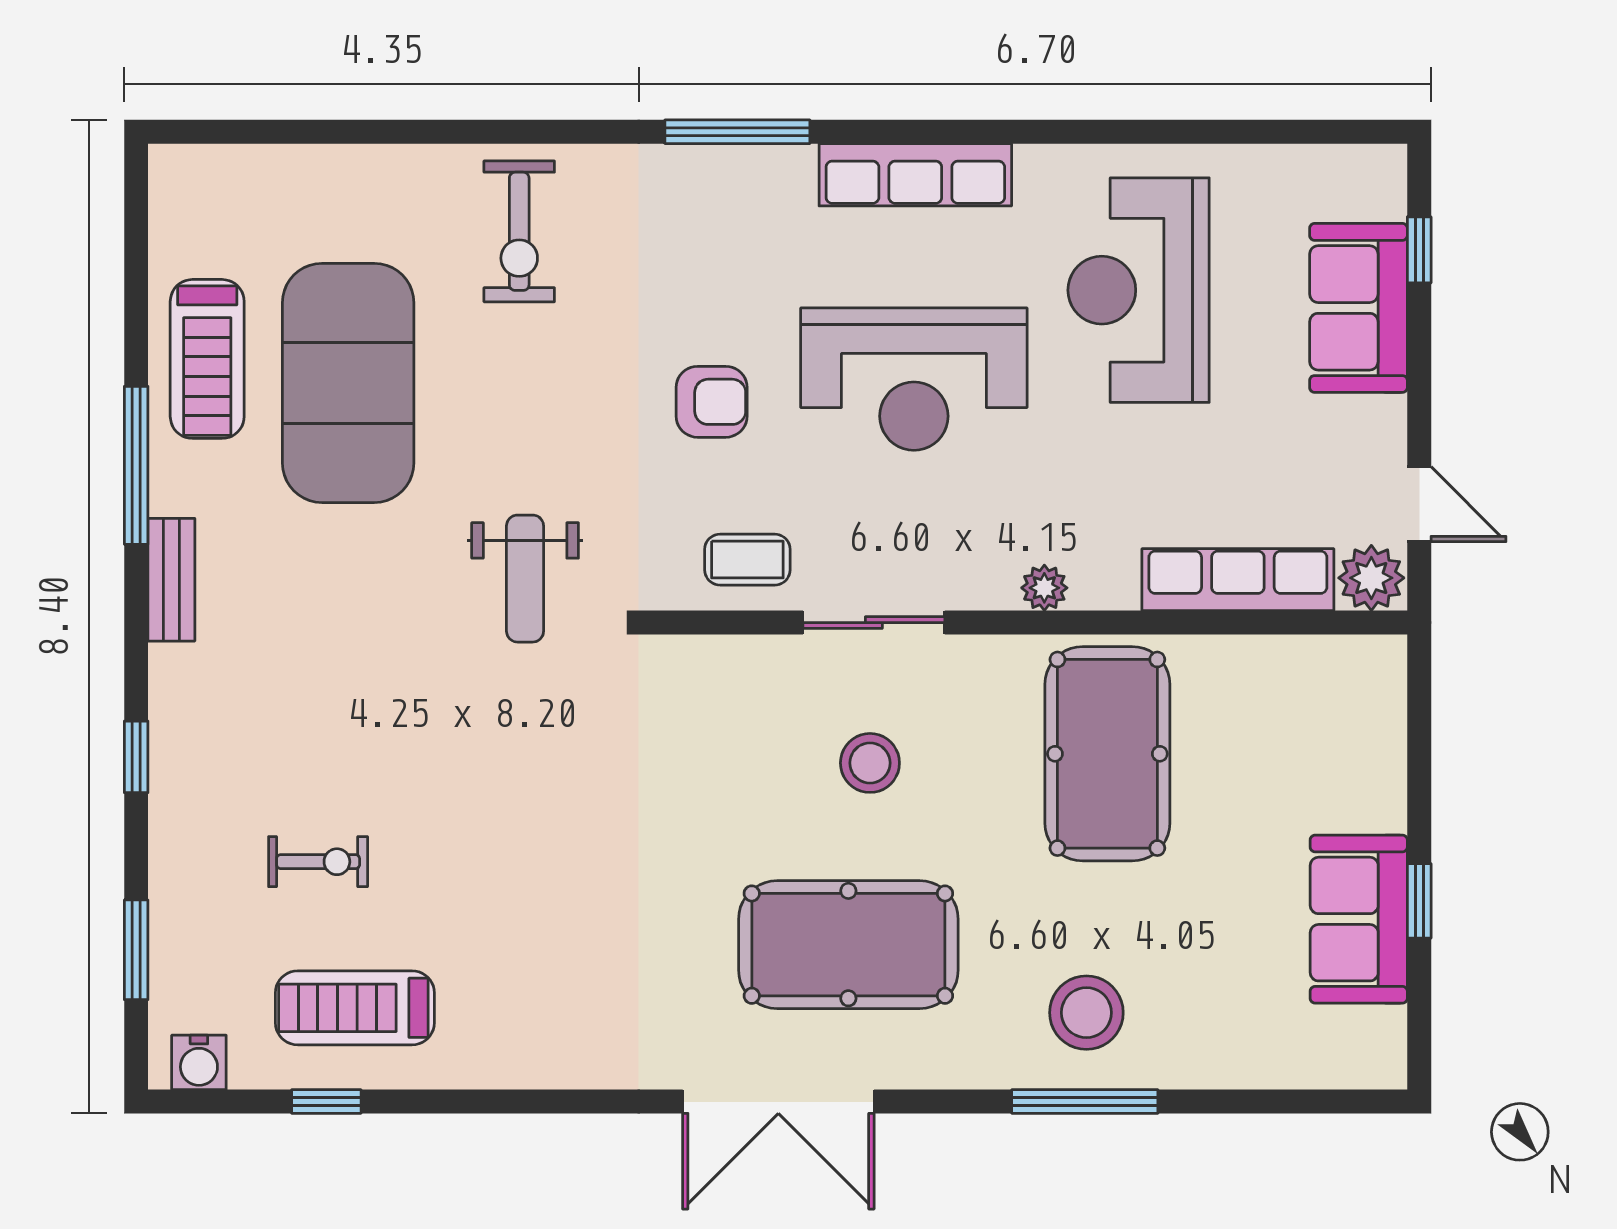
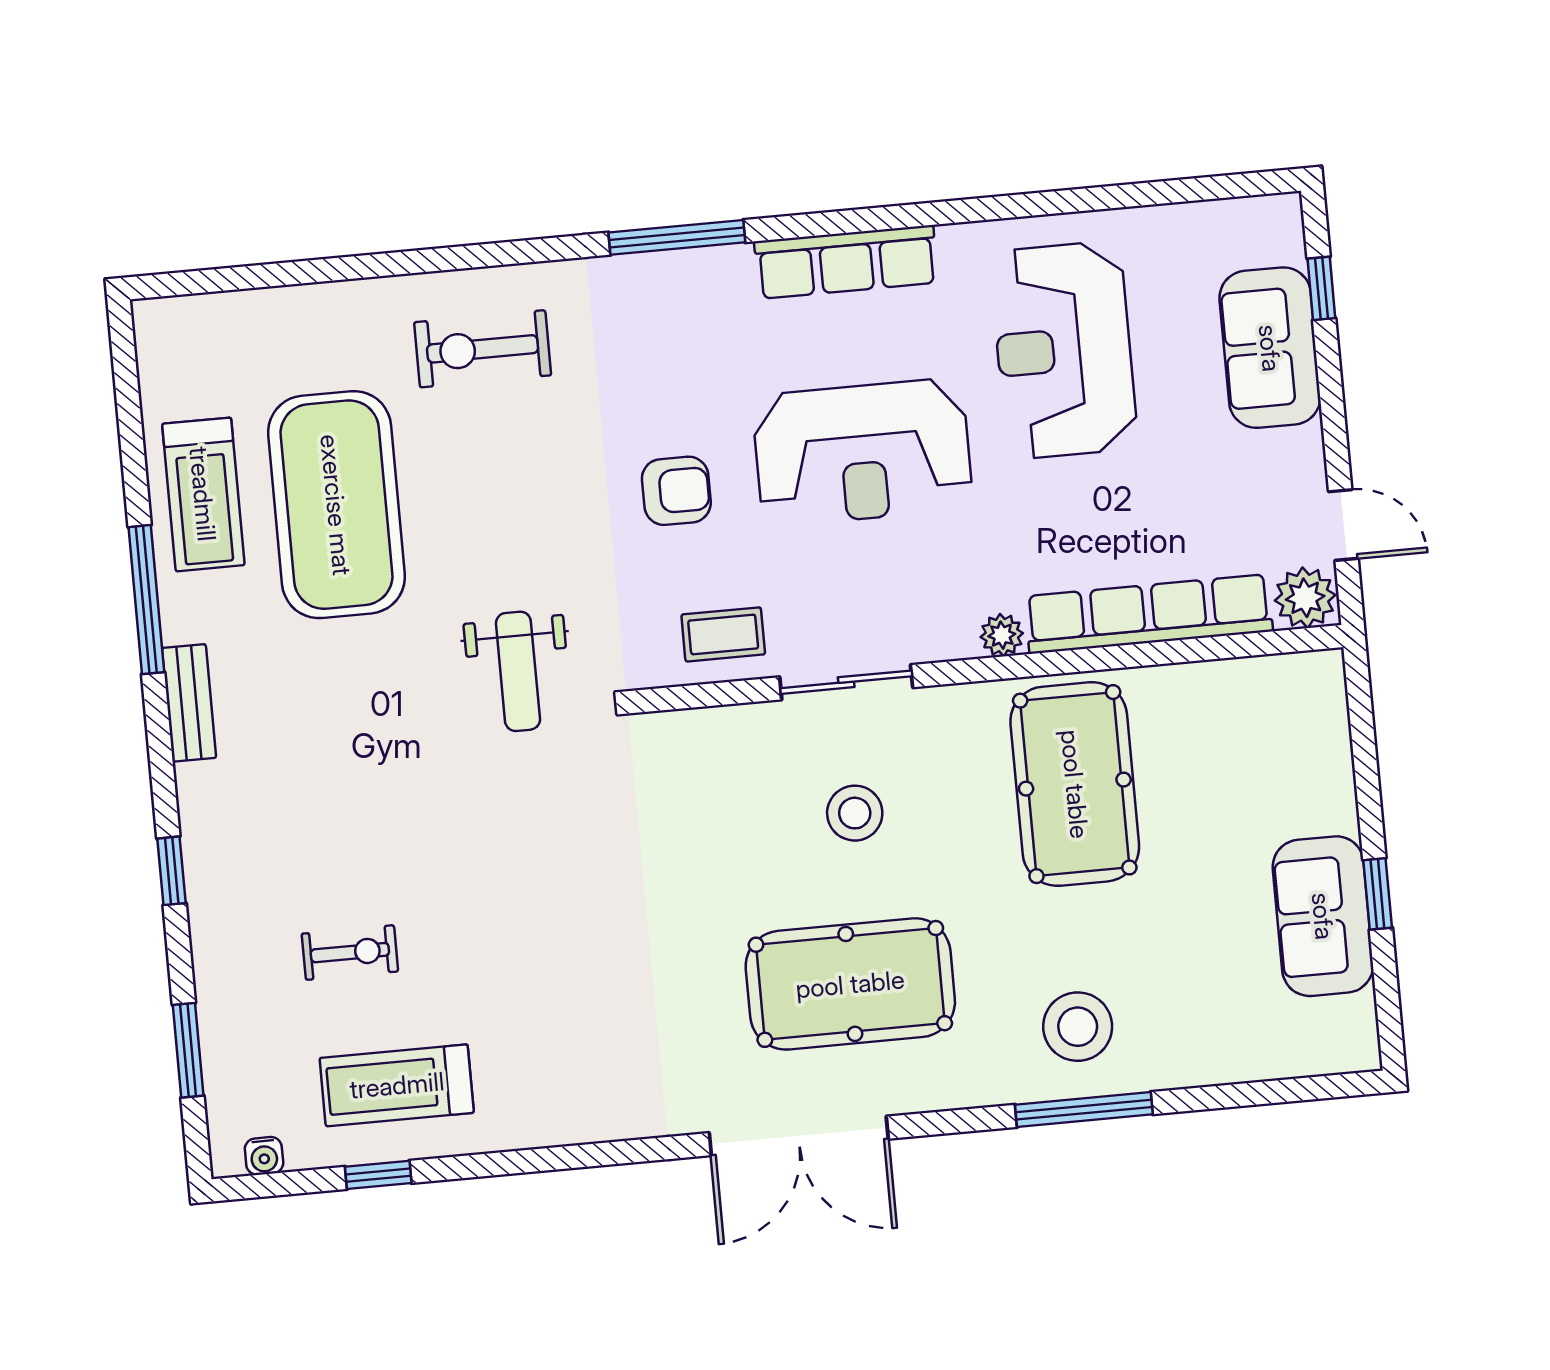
exercise bike: (519, 231) -> (483, 349), turned 90
row of seats: (1238, 580) -> (1149, 614), width x1.36
water cooler: (199, 1062) -> (264, 1156), width x0.72, depth x0.72

